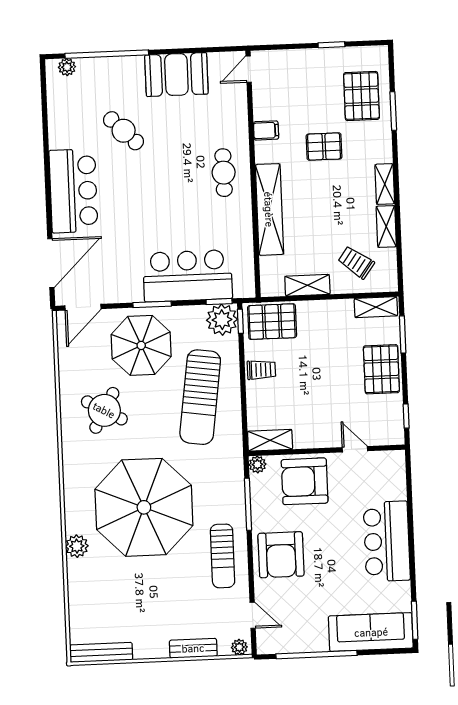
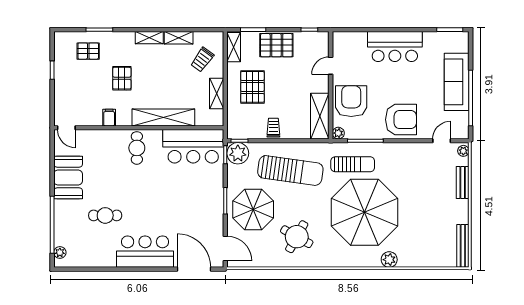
pallet: (361, 96) -> (88, 51), width x0.67, depth x0.71
cafe table: (124, 131) -> (105, 215), turned 45
cafe table: (224, 173) -> (137, 148), turned 90
bar counter: (188, 276) -> (193, 146), moved, turned -90
pallet: (272, 322) -> (252, 87), moved
shelving: (270, 440) -> (320, 116), width x1.50, depth x1.33
armchair: (305, 481) -> (351, 101), turned 180
sun lounger: (223, 556) -> (353, 164), moved
sofa: (371, 632) -> (457, 82), moved

